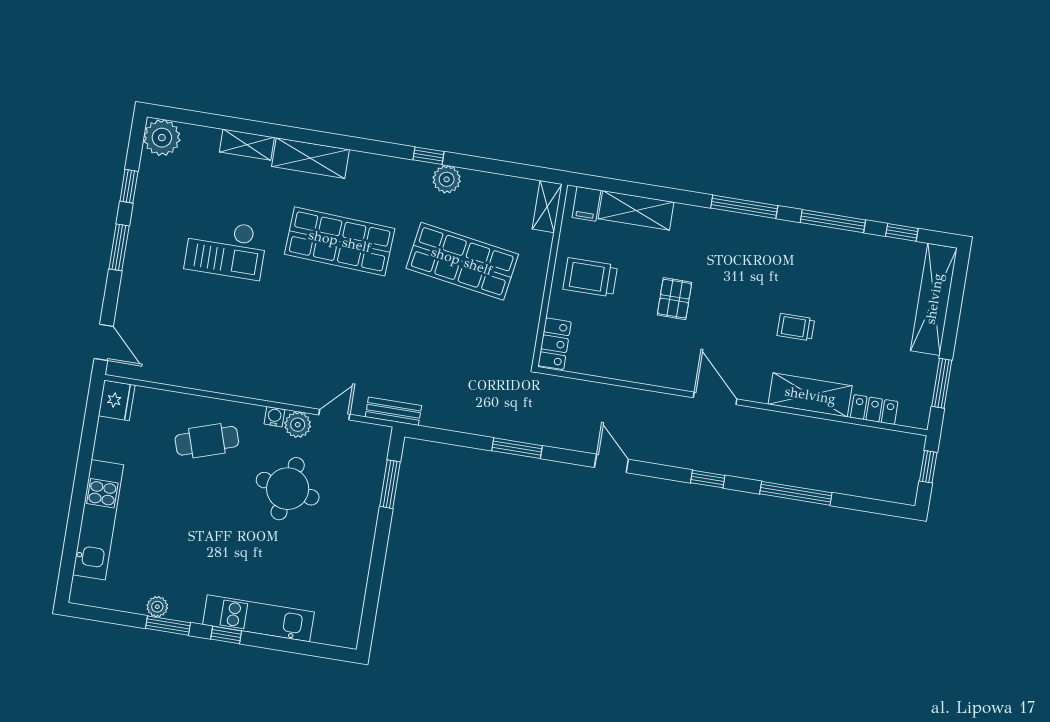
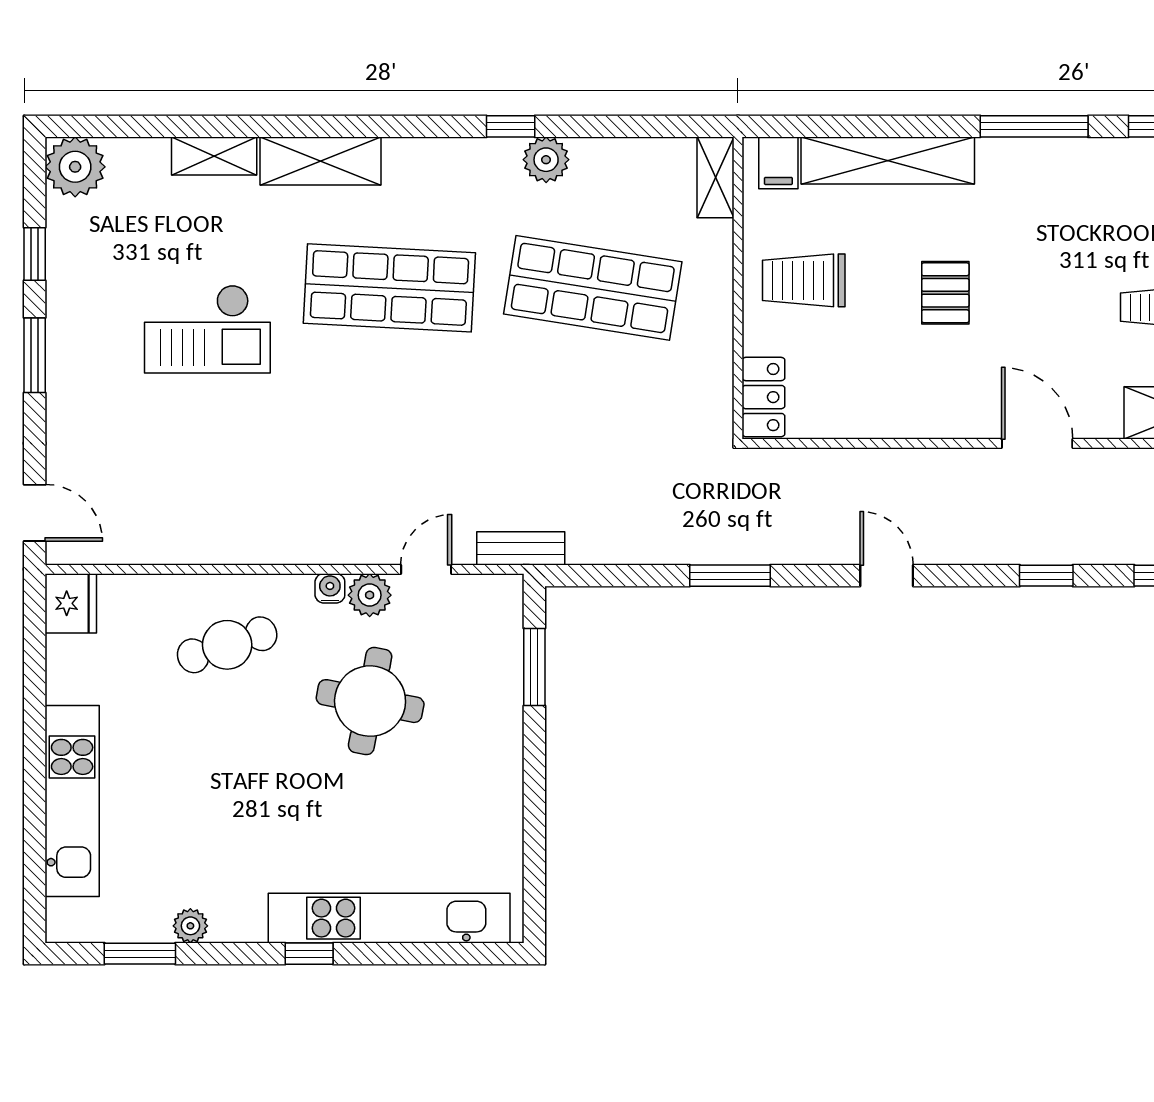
shelving: (636, 210) -> (888, 160), width x1.47
kitchen unit: (258, 618) -> (389, 918), width x1.36
window: (168, 626) -> (140, 954), moved

